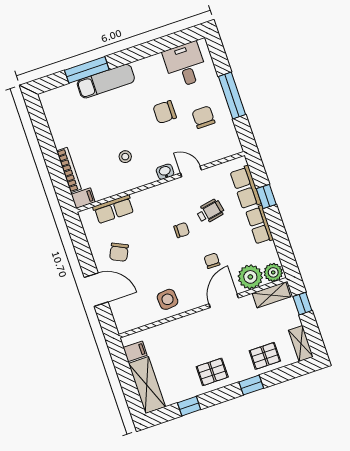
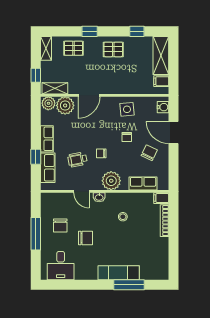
plant: (156, 199) -> (111, 181), added
chair: (212, 261) -> (127, 137), moved
water cooler: (121, 318) -> (163, 107), added

